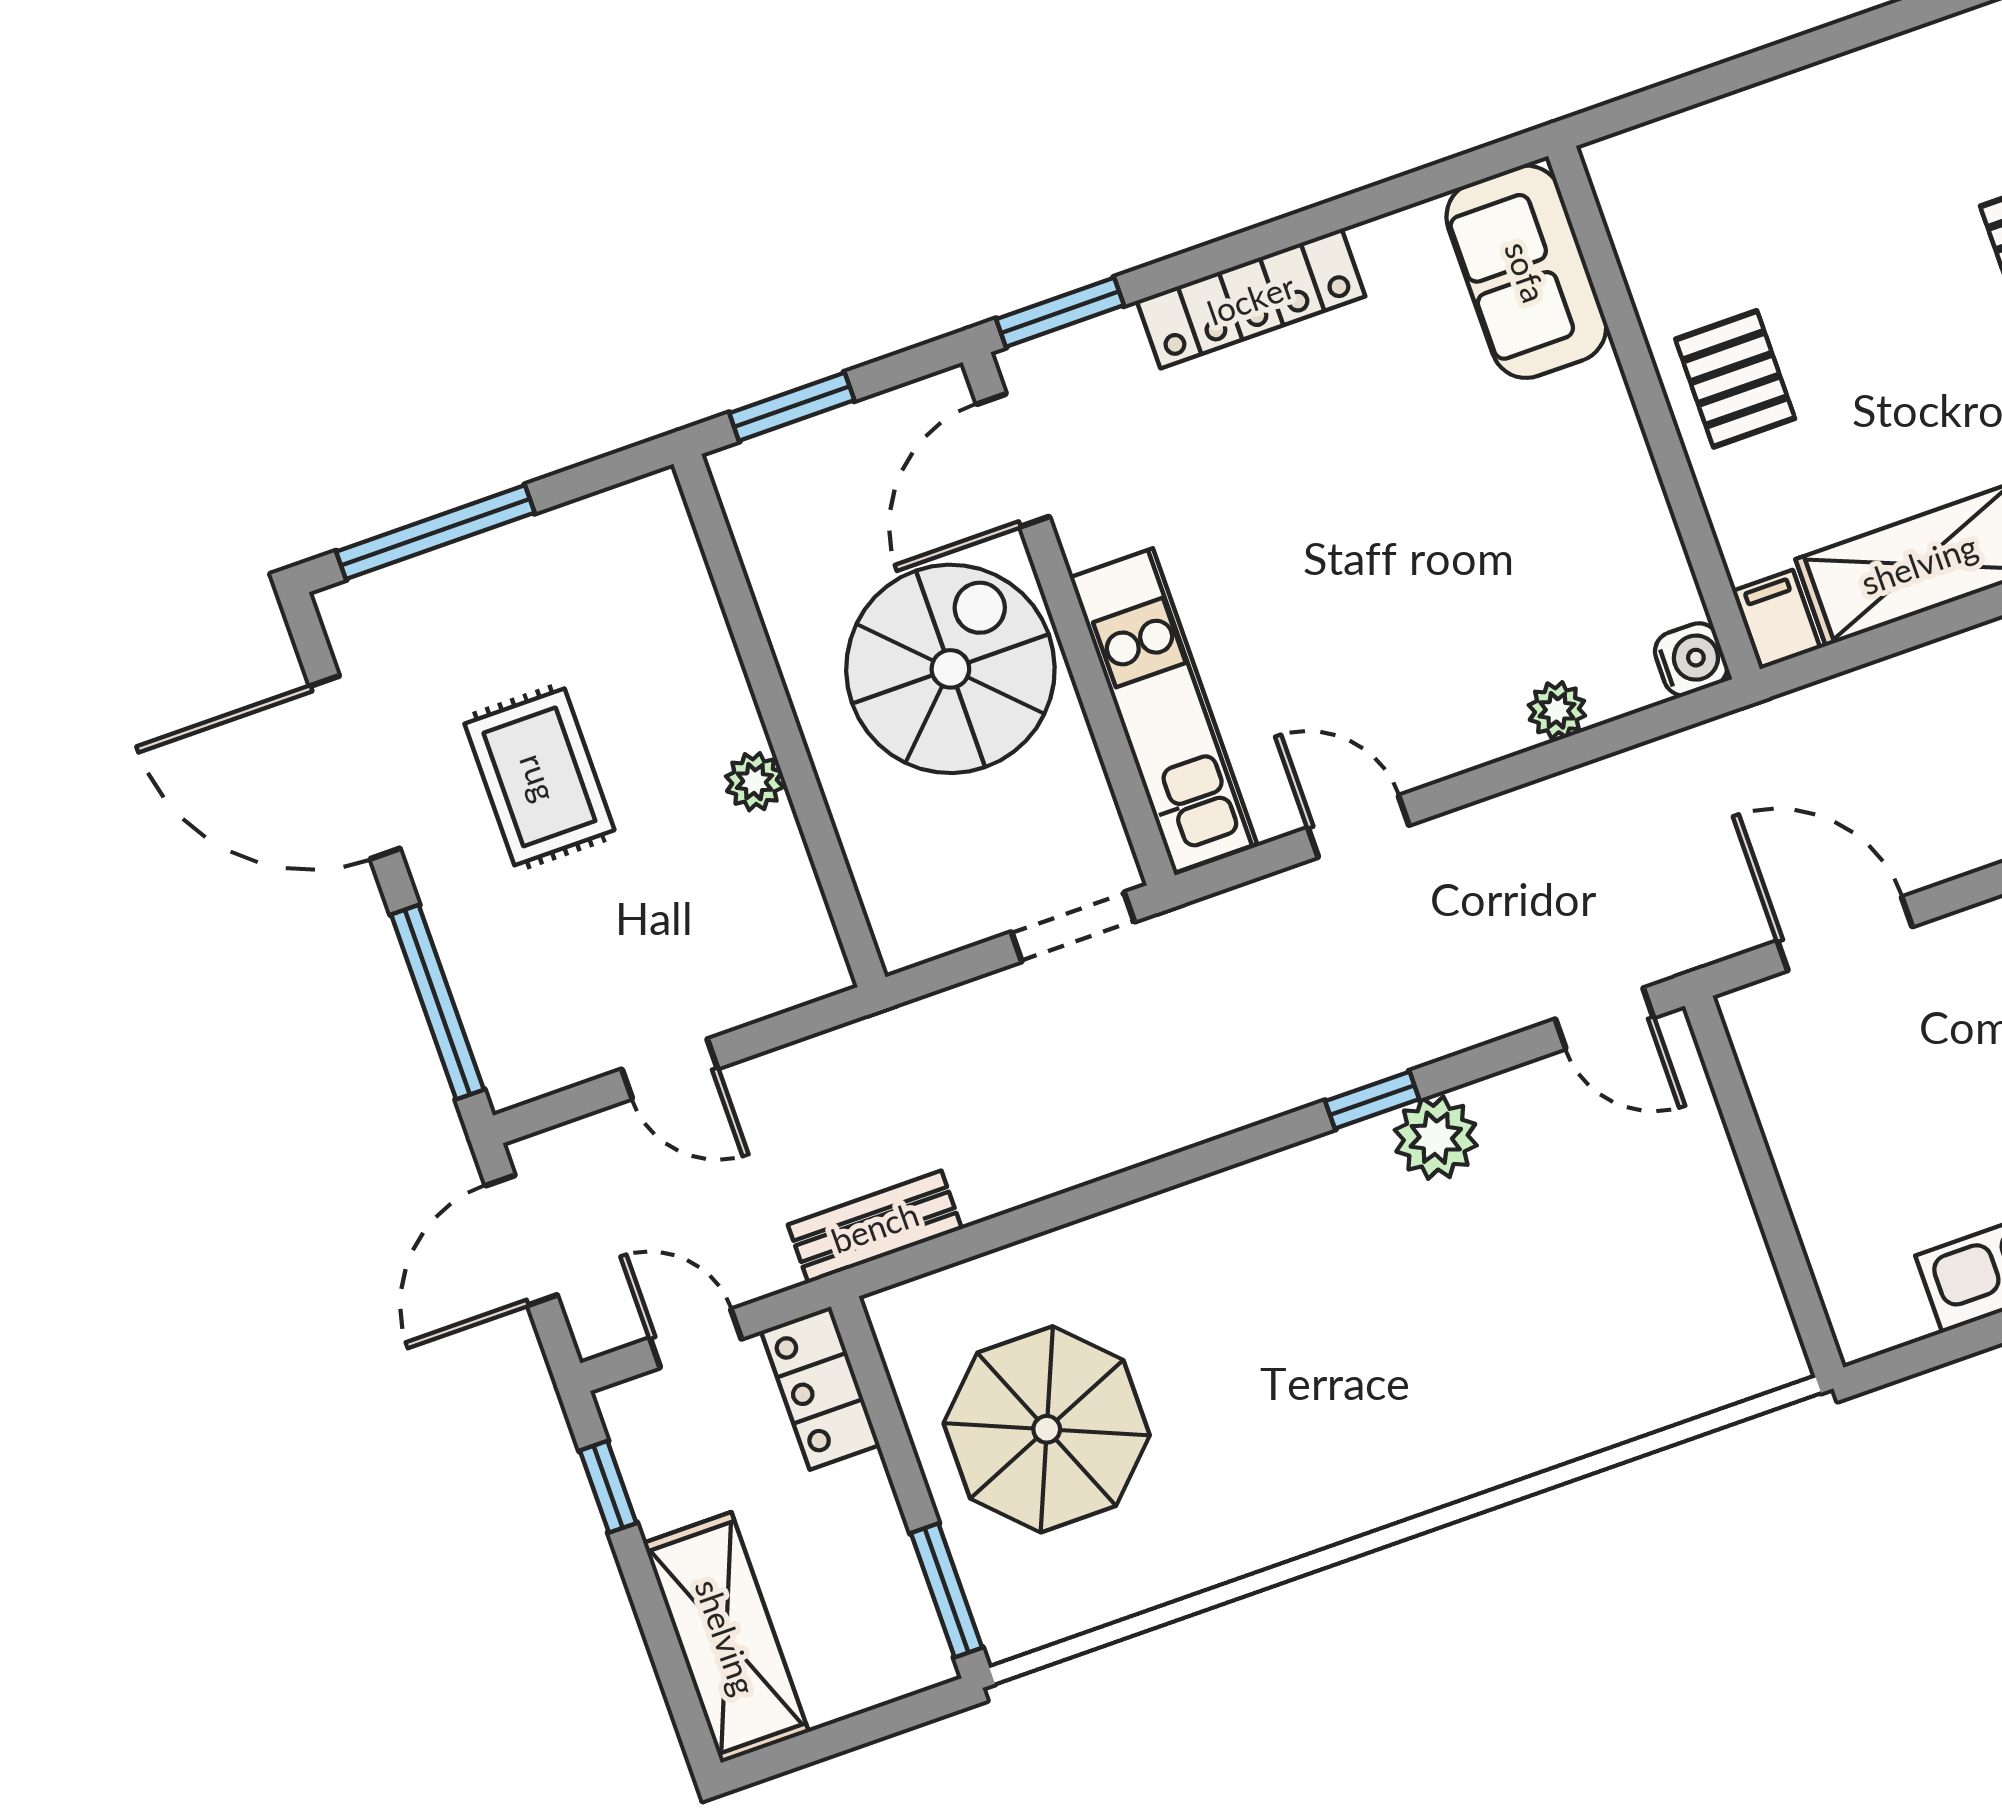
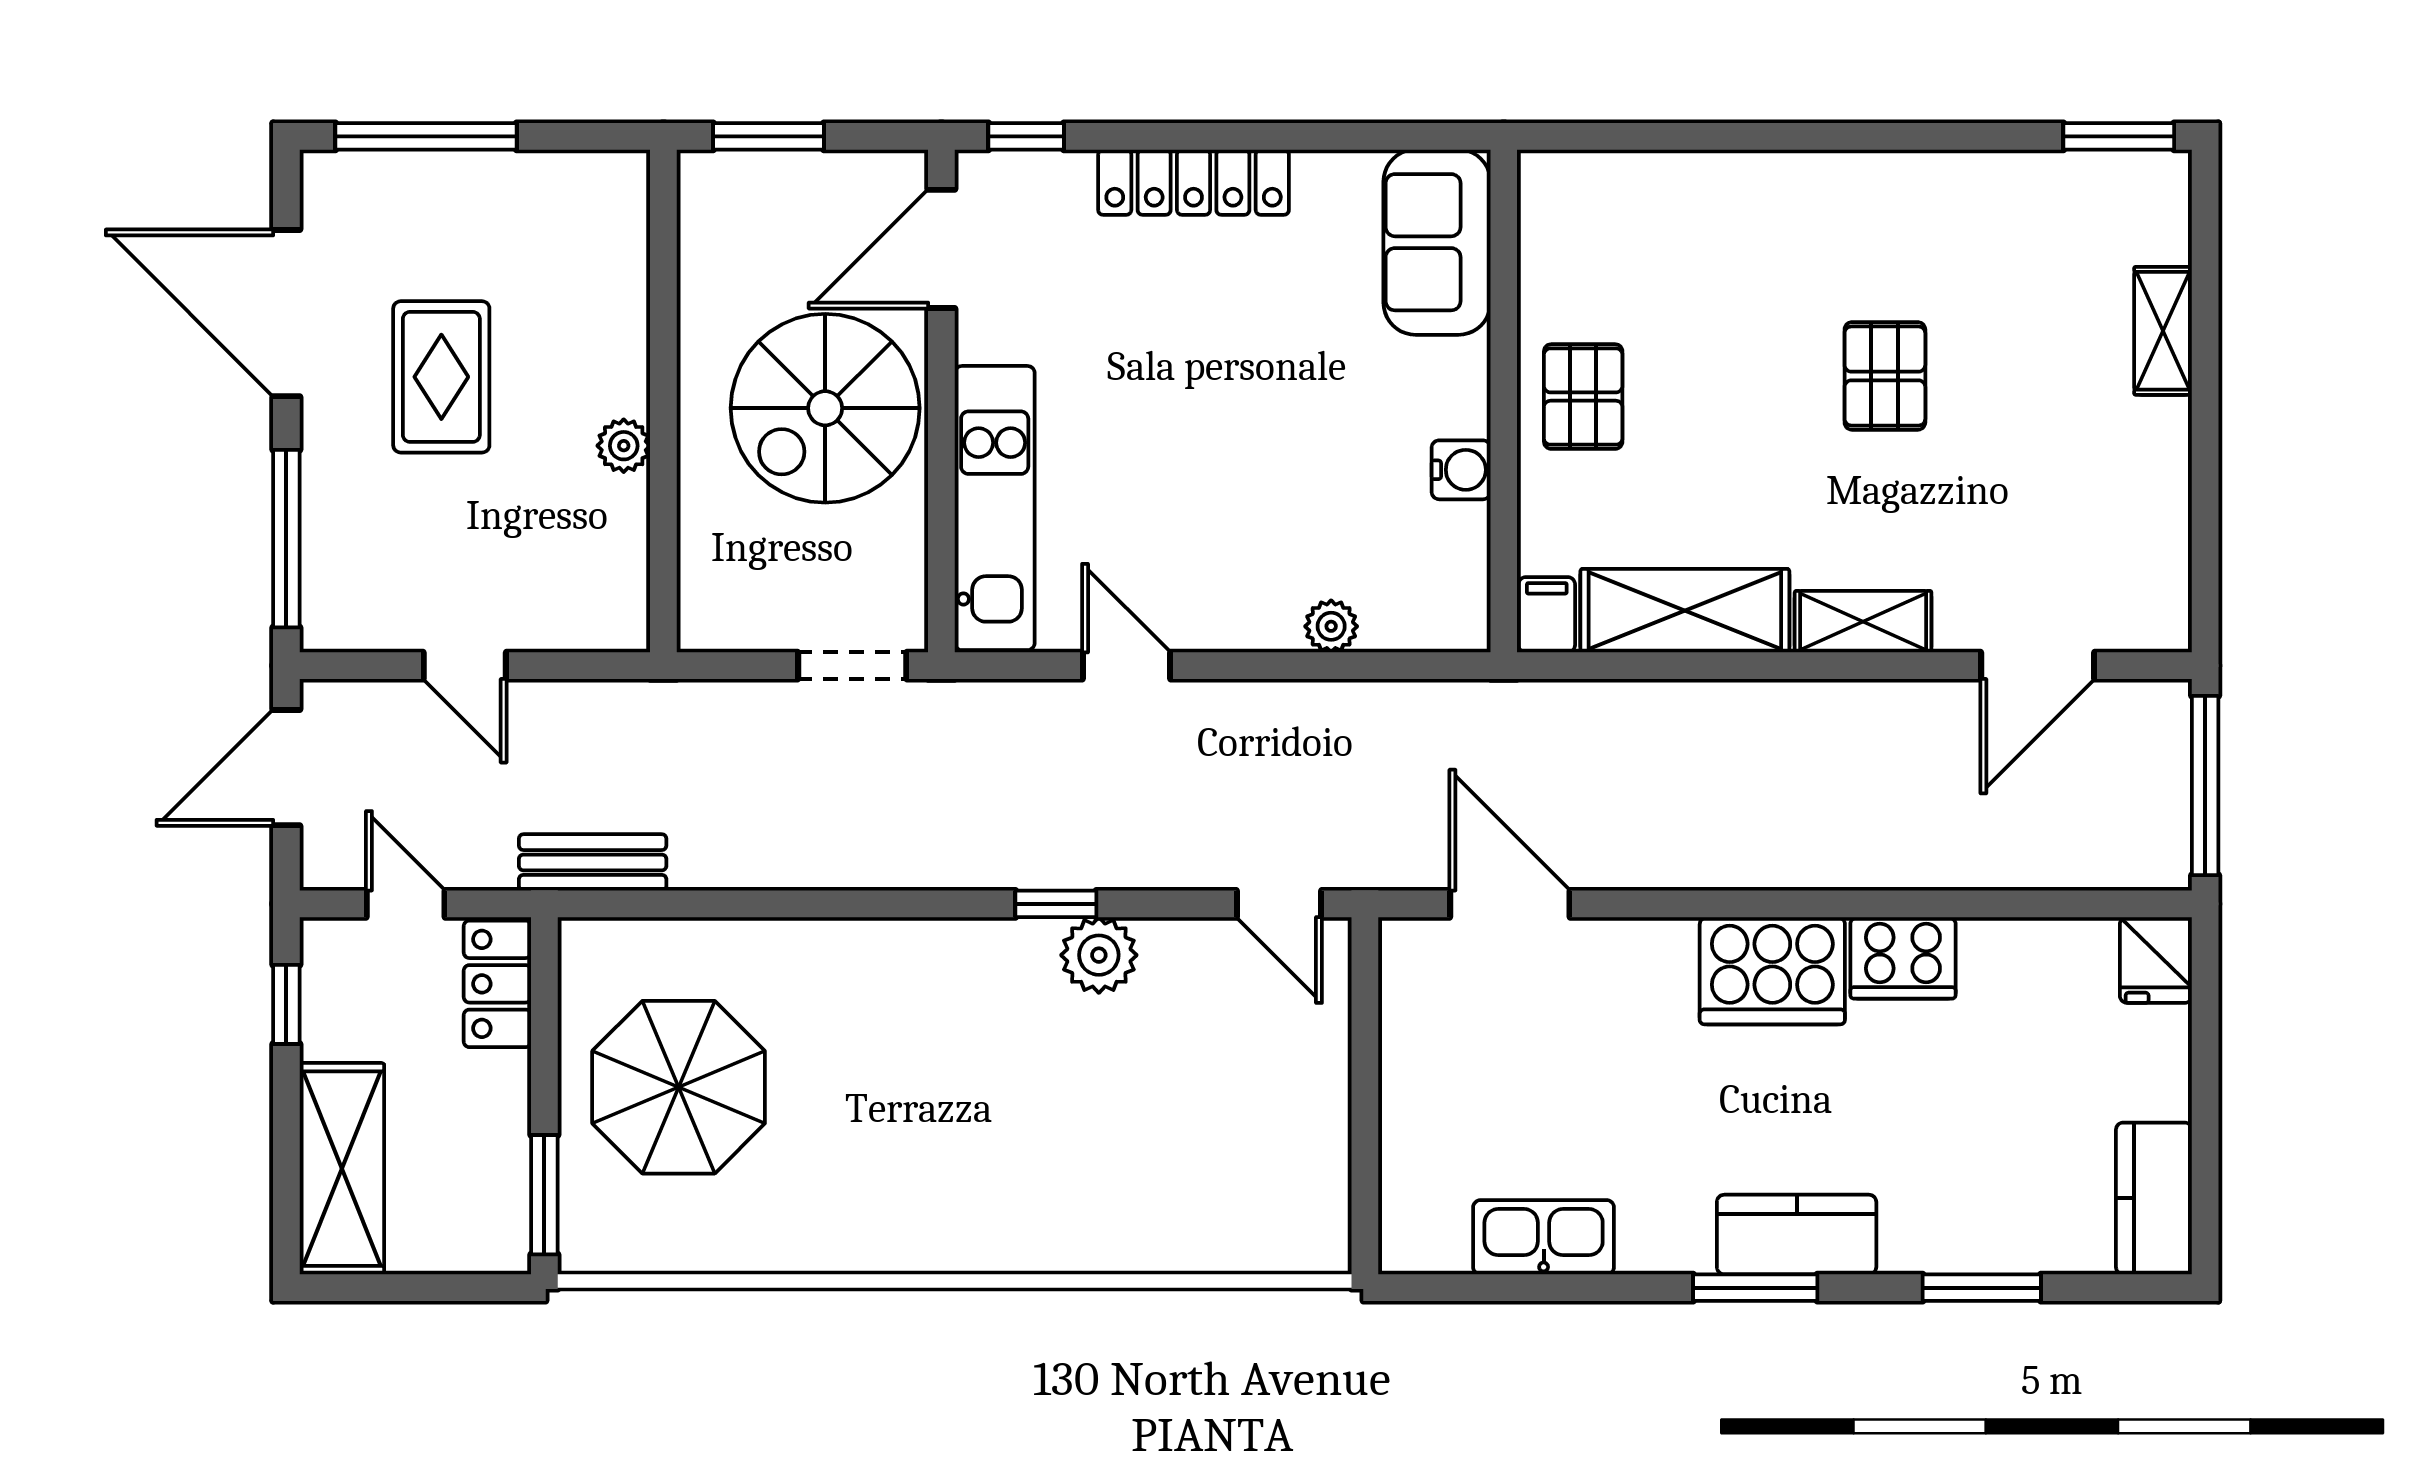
window: (1060, 312) -> (1026, 136), width x0.67
water cooler: (1691, 659) -> (1461, 470), moved
spiral stairs: (950, 669) -> (825, 408), turned 180

